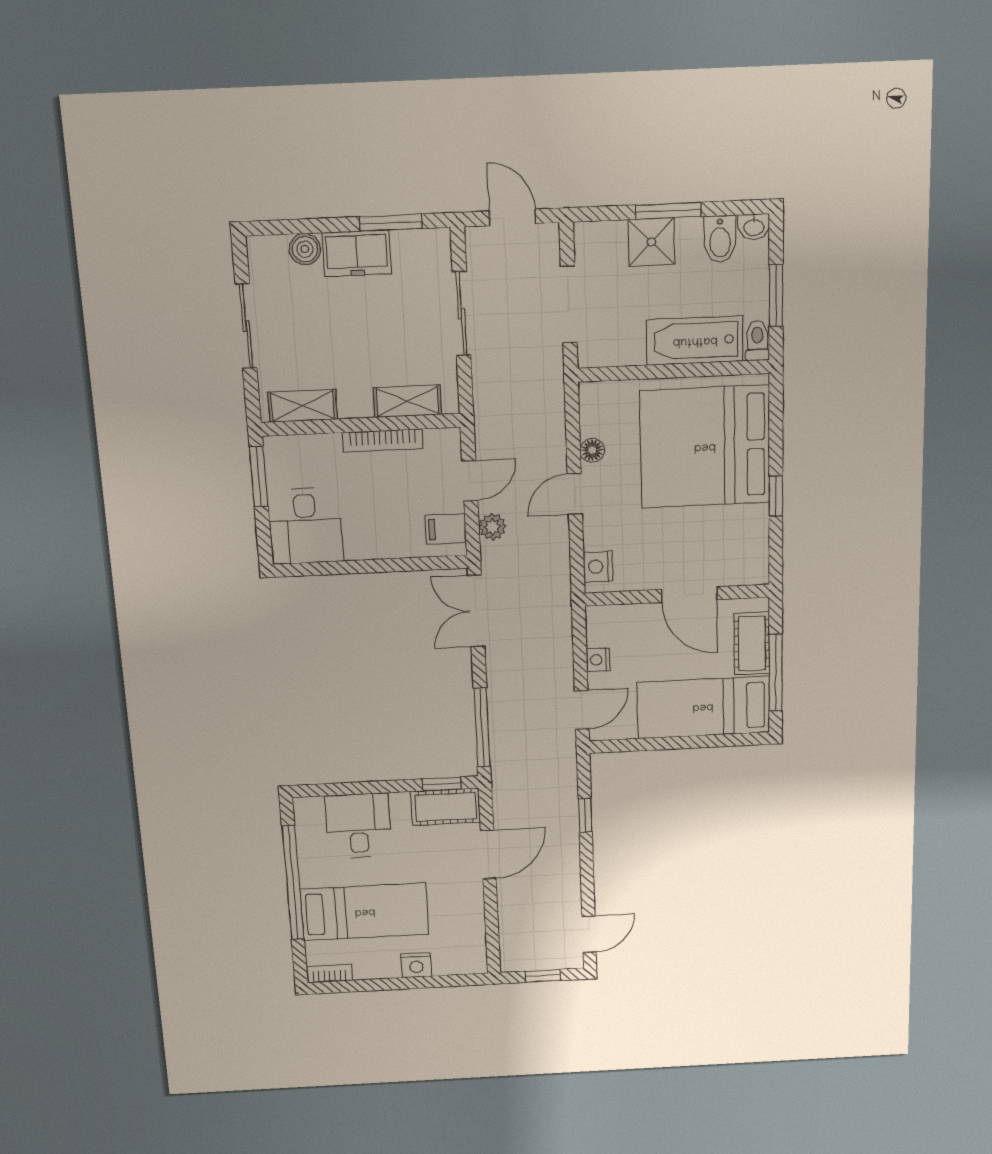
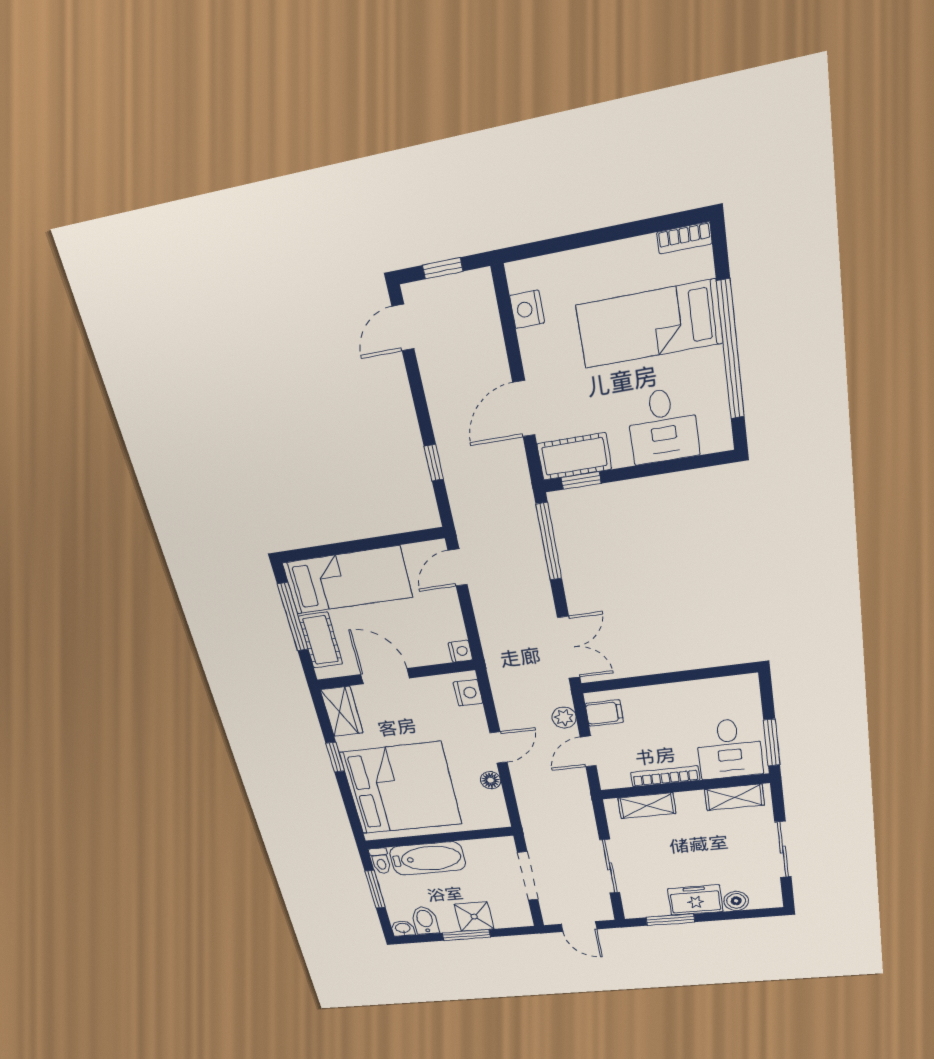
desk: (306, 526) -> (729, 749), moved, turned 180
wardrobe: (751, 555) -> (342, 711), added
nightstand: (598, 660) -> (461, 651), moved
nightstand: (416, 965) -> (527, 309), moved, turned -90

